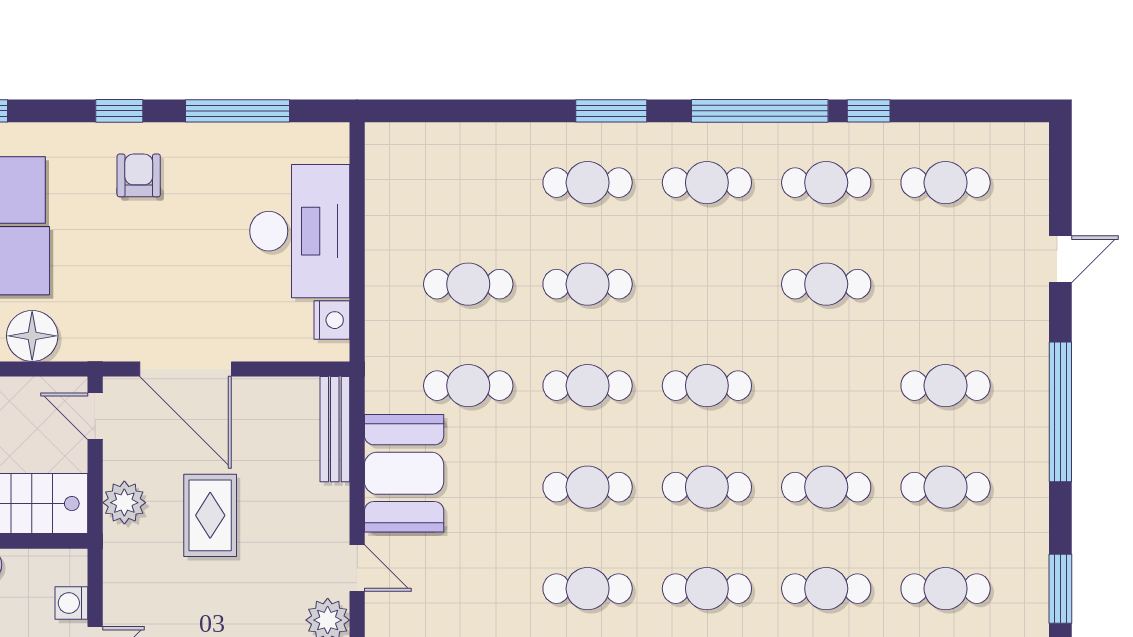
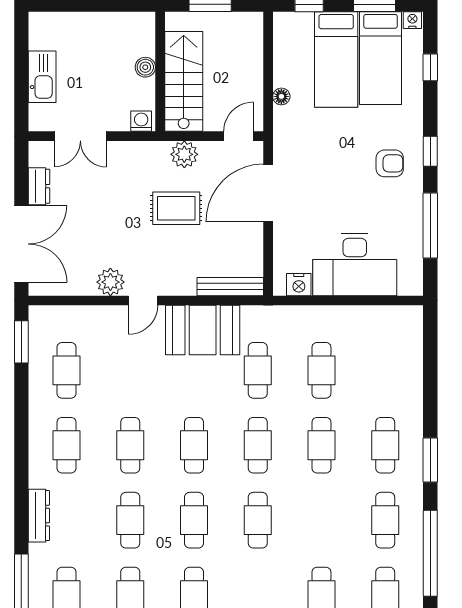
floor lamp: (32, 336) -> (281, 96), width x0.53, depth x0.53
washing machine: (71, 603) -> (141, 121), moved

